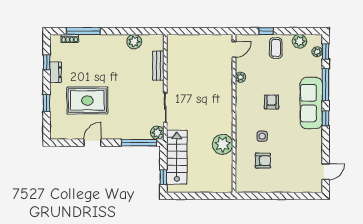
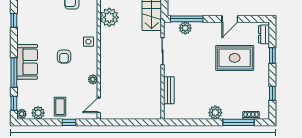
plant: (134, 42) -> (215, 113), moved
plant: (317, 52) -> (22, 114), moved
dresser: (56, 72) -> (264, 34), moved
sofa: (311, 103) -> (27, 62), width x0.73
window: (326, 118) -> (14, 20), moved
plant: (157, 133) -> (185, 28), moved
side table: (262, 136) -> (88, 42), moved

